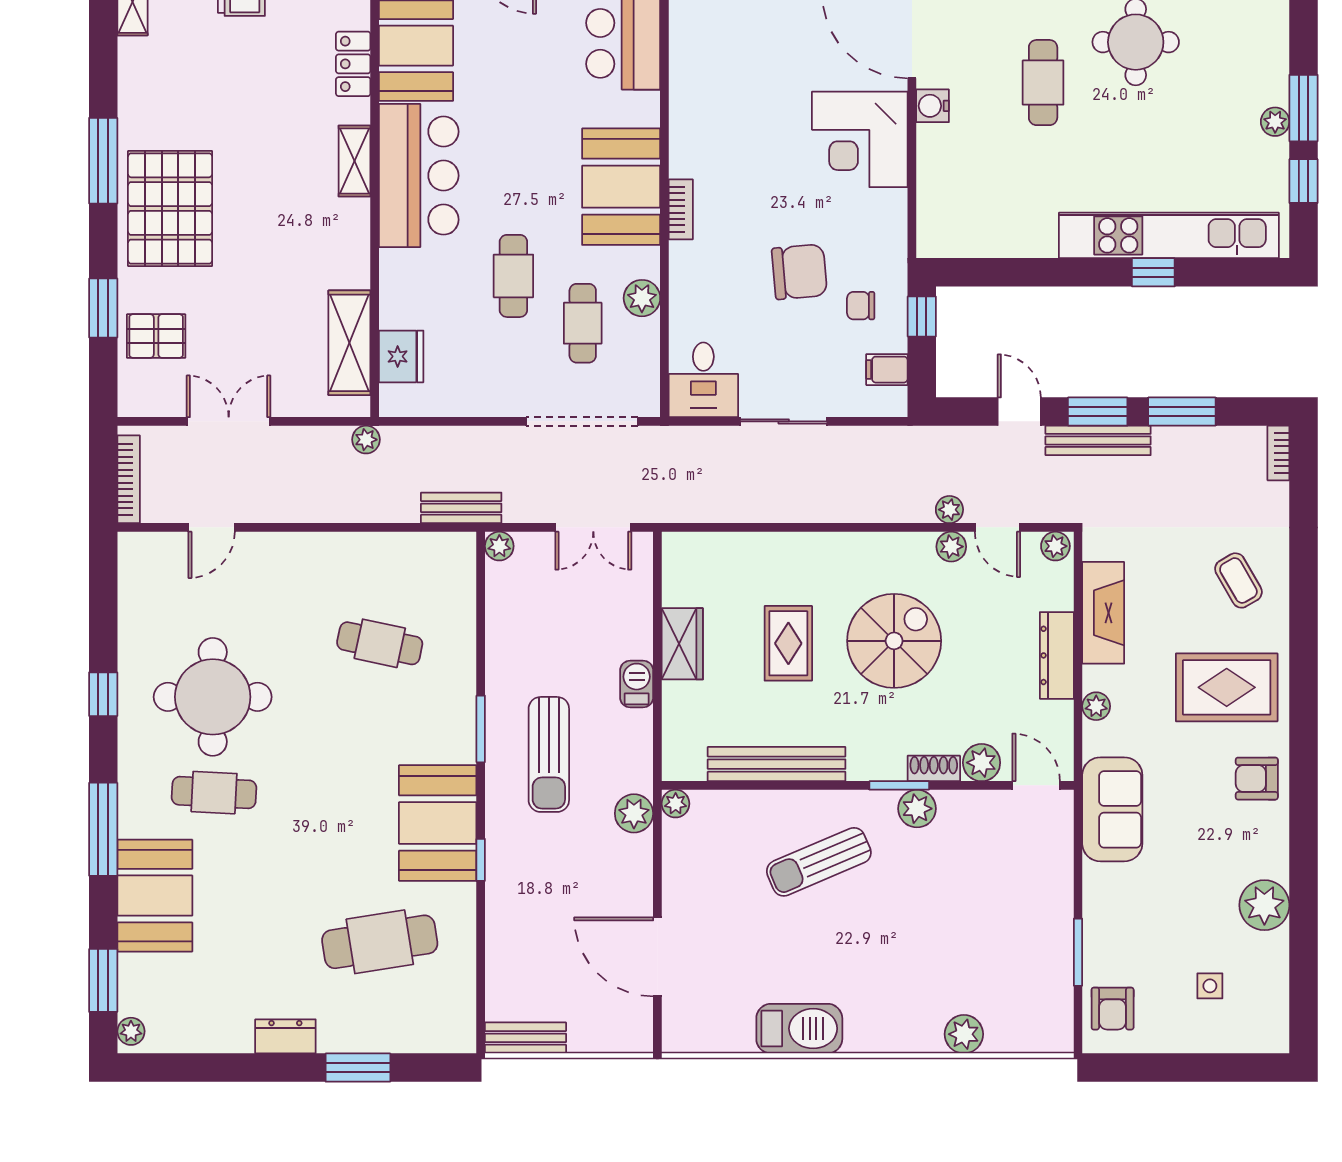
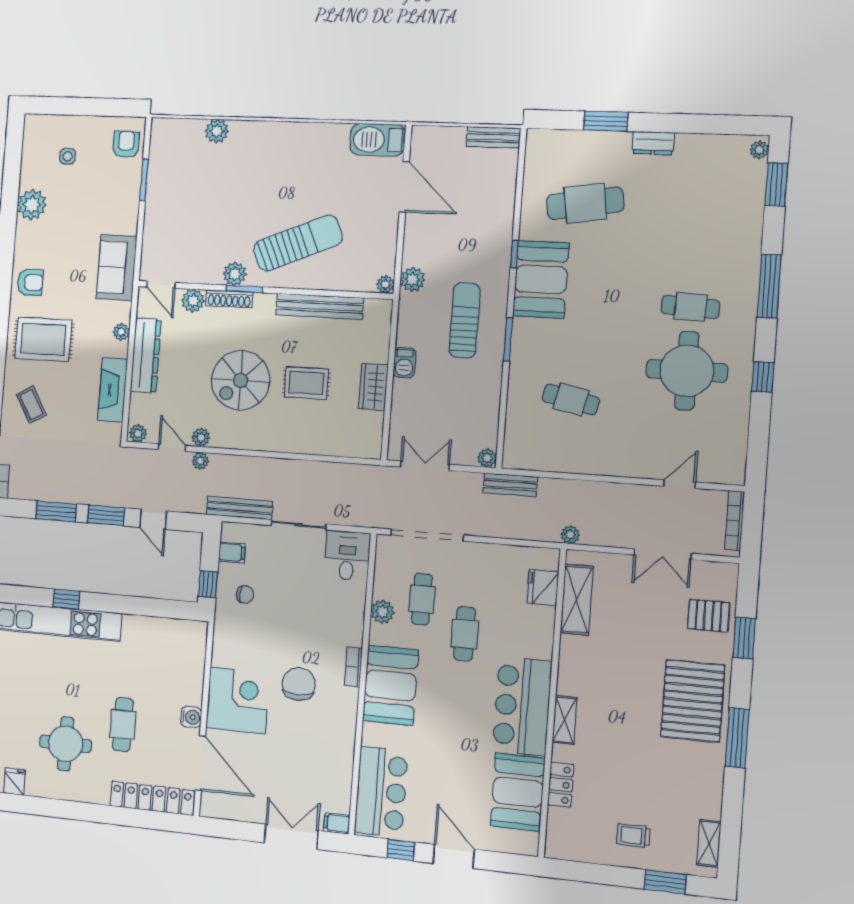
chair: (799, 272) -> (299, 684), moved, turned 95
bench: (1098, 440) -> (240, 508), moved
rug: (788, 643) -> (306, 383), turned 90
dresser: (1057, 655) -> (146, 355), width x1.37, depth x1.24
shoe rack: (934, 768) -> (229, 299), width x1.43
sun lounger: (819, 862) -> (298, 243), width x1.36, depth x1.34
booth: (155, 896) -> (736, 240), removed
barbecue: (799, 1029) -> (378, 140), moved

